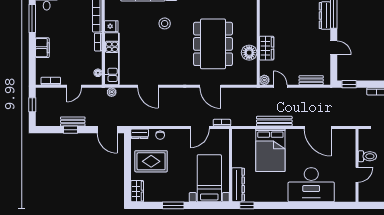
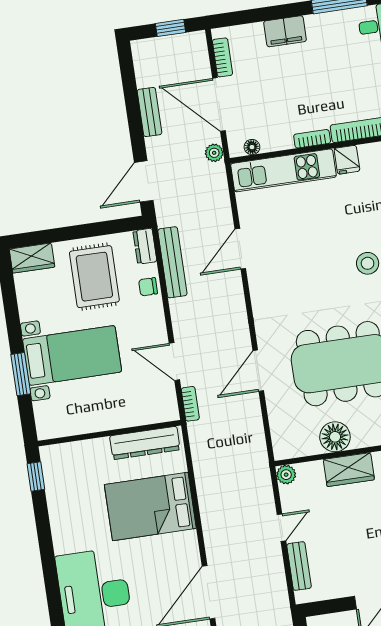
door: (74, 86) -> (219, 105), width x1.88
door: (280, 86) -> (281, 528), moved
plant: (112, 92) -> (214, 153), moved
bench: (274, 121) -> (172, 262), moved
window: (71, 130) -> (133, 110), removed
bed with nightstands: (209, 178) -> (72, 355), moved
dresser: (238, 185) -> (145, 443), moved
window: (173, 205) -> (21, 374), moved

